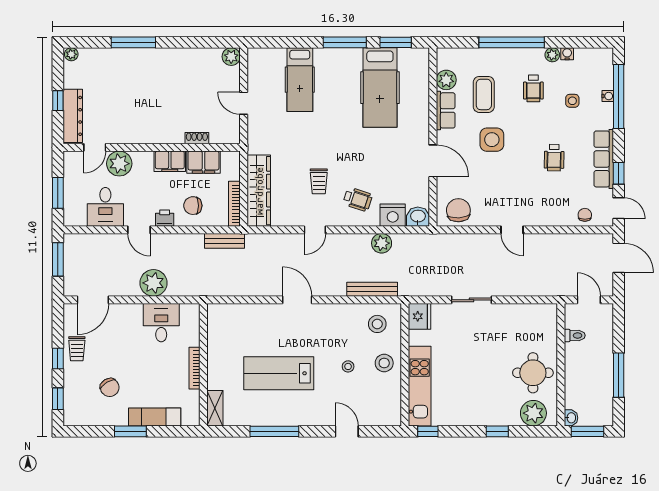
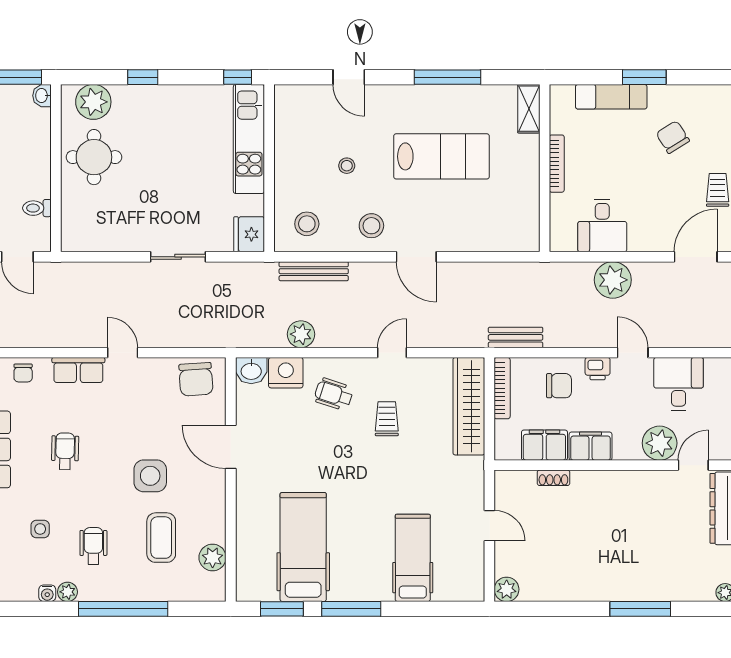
row of seats: (446, 110) -> (78, 370), moved, turned -90
stool: (384, 363) -> (371, 226), moved

